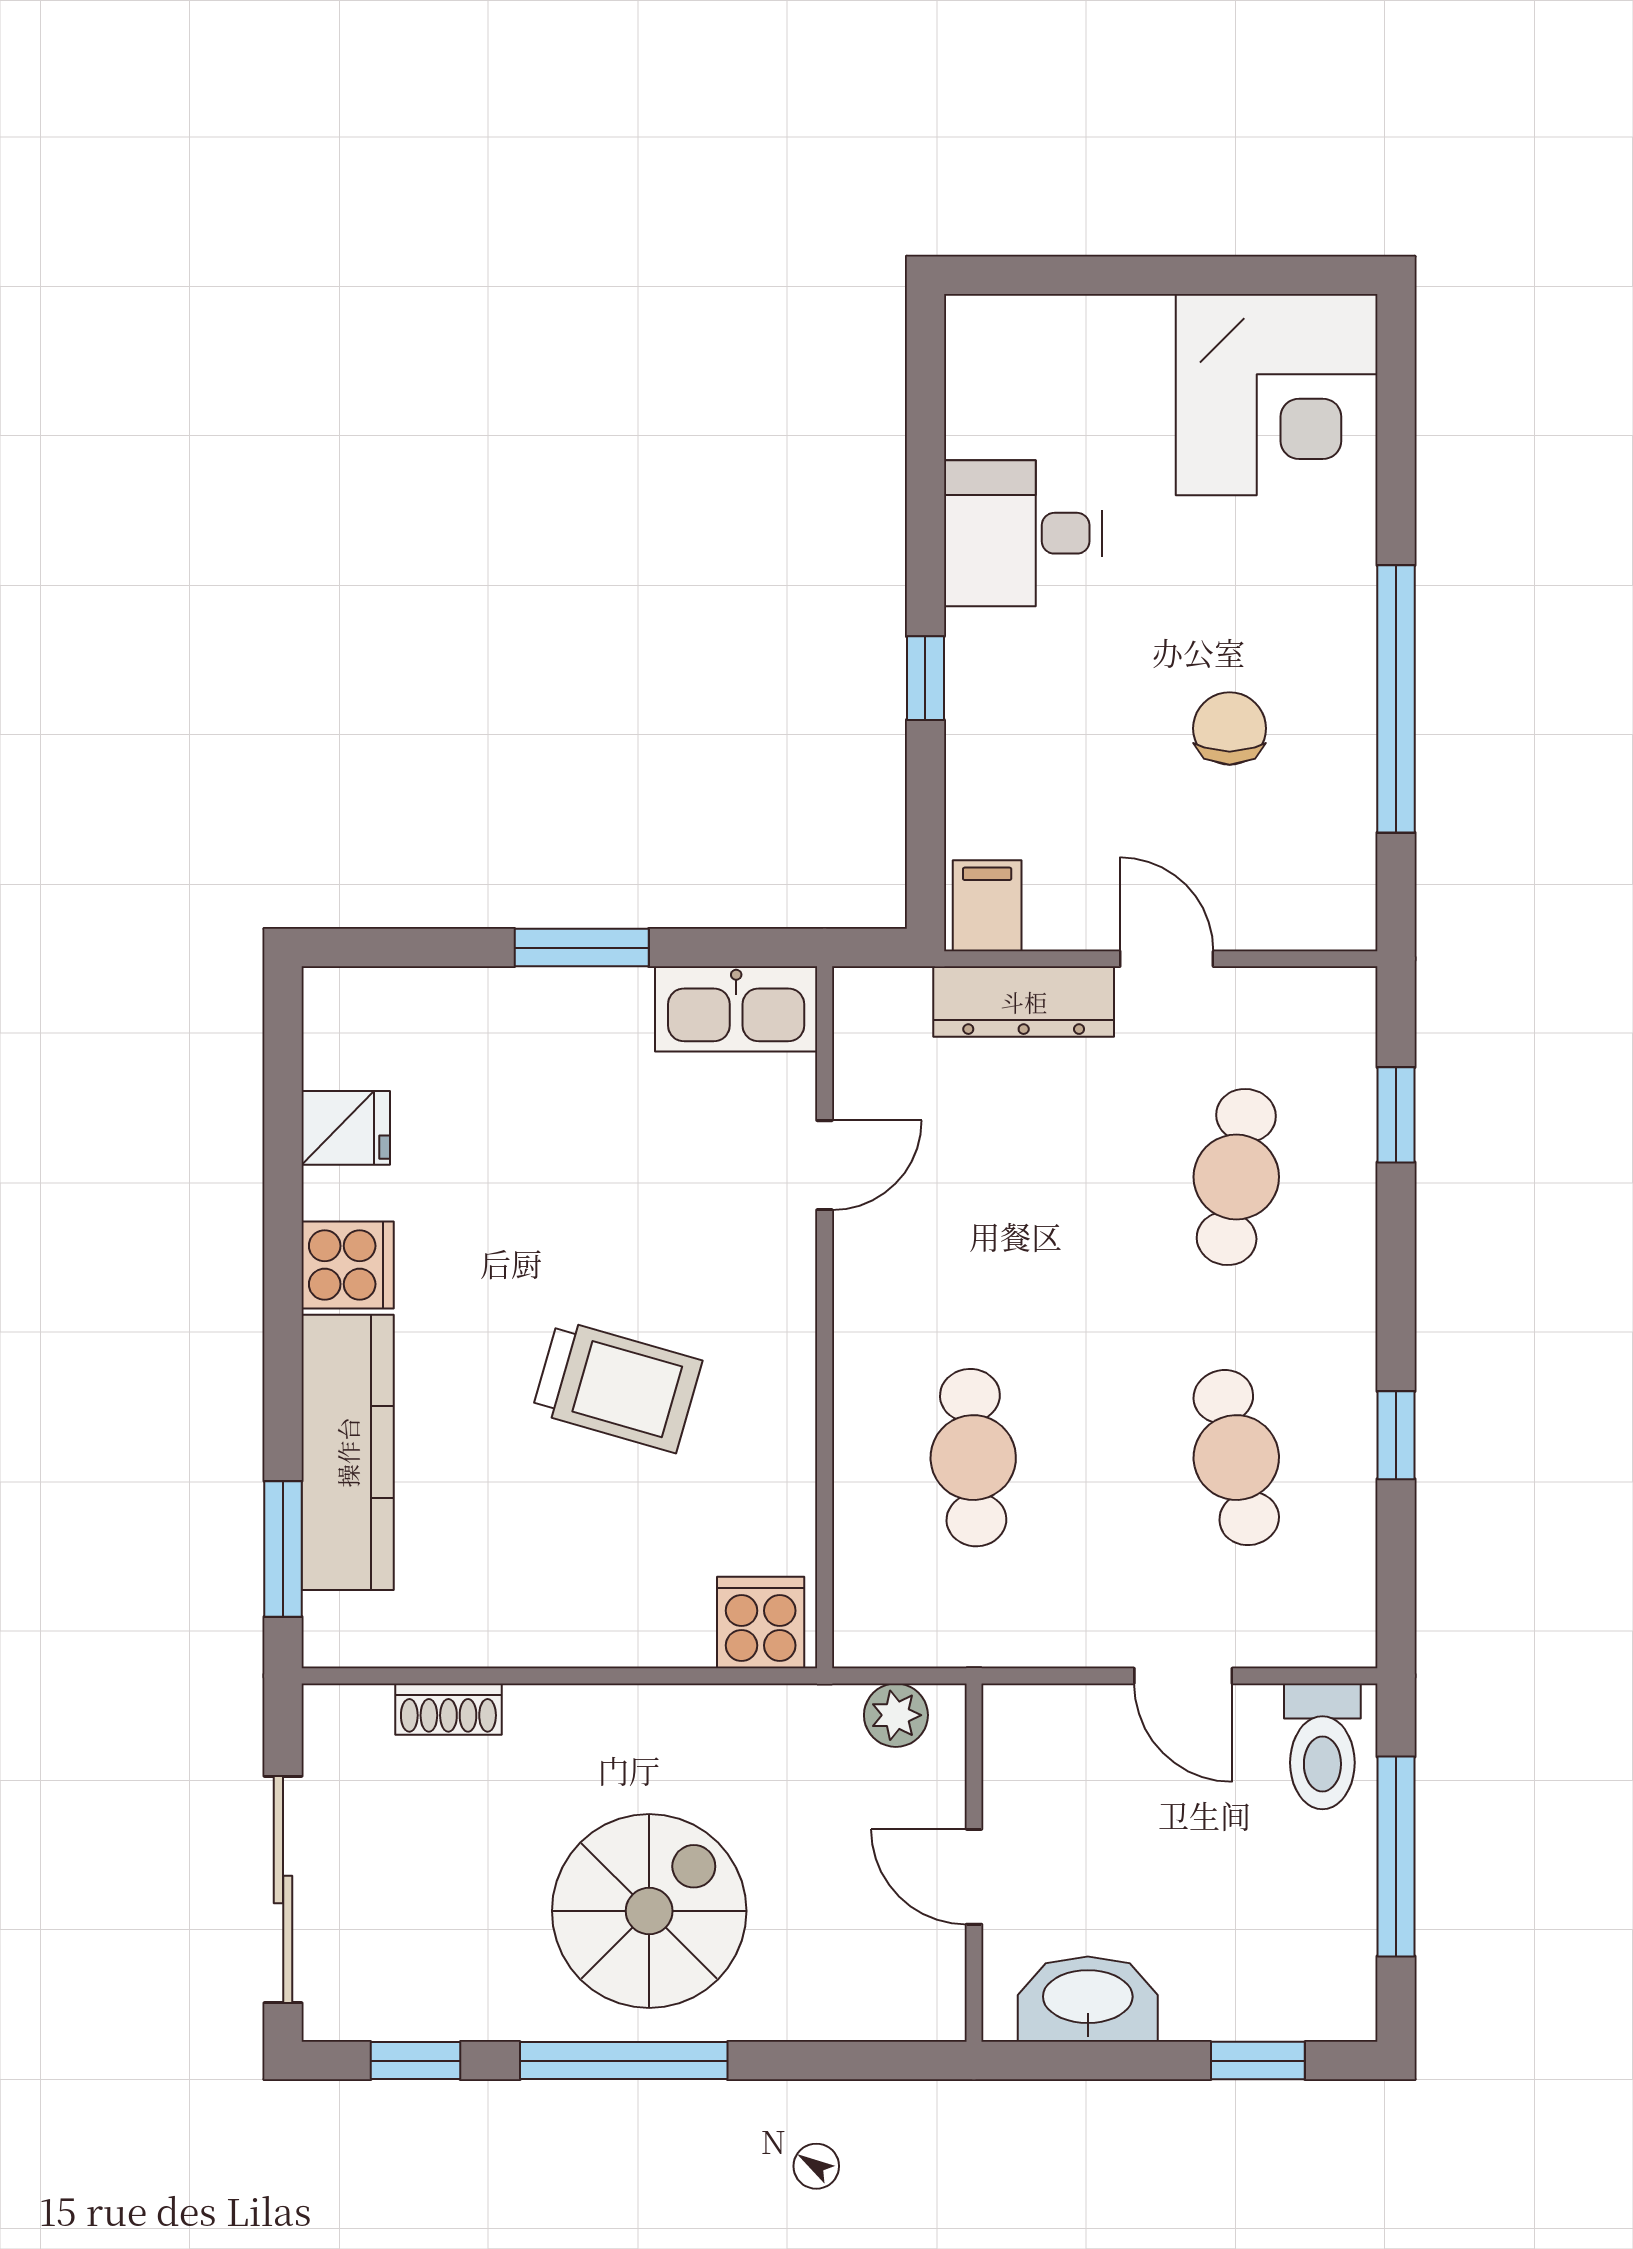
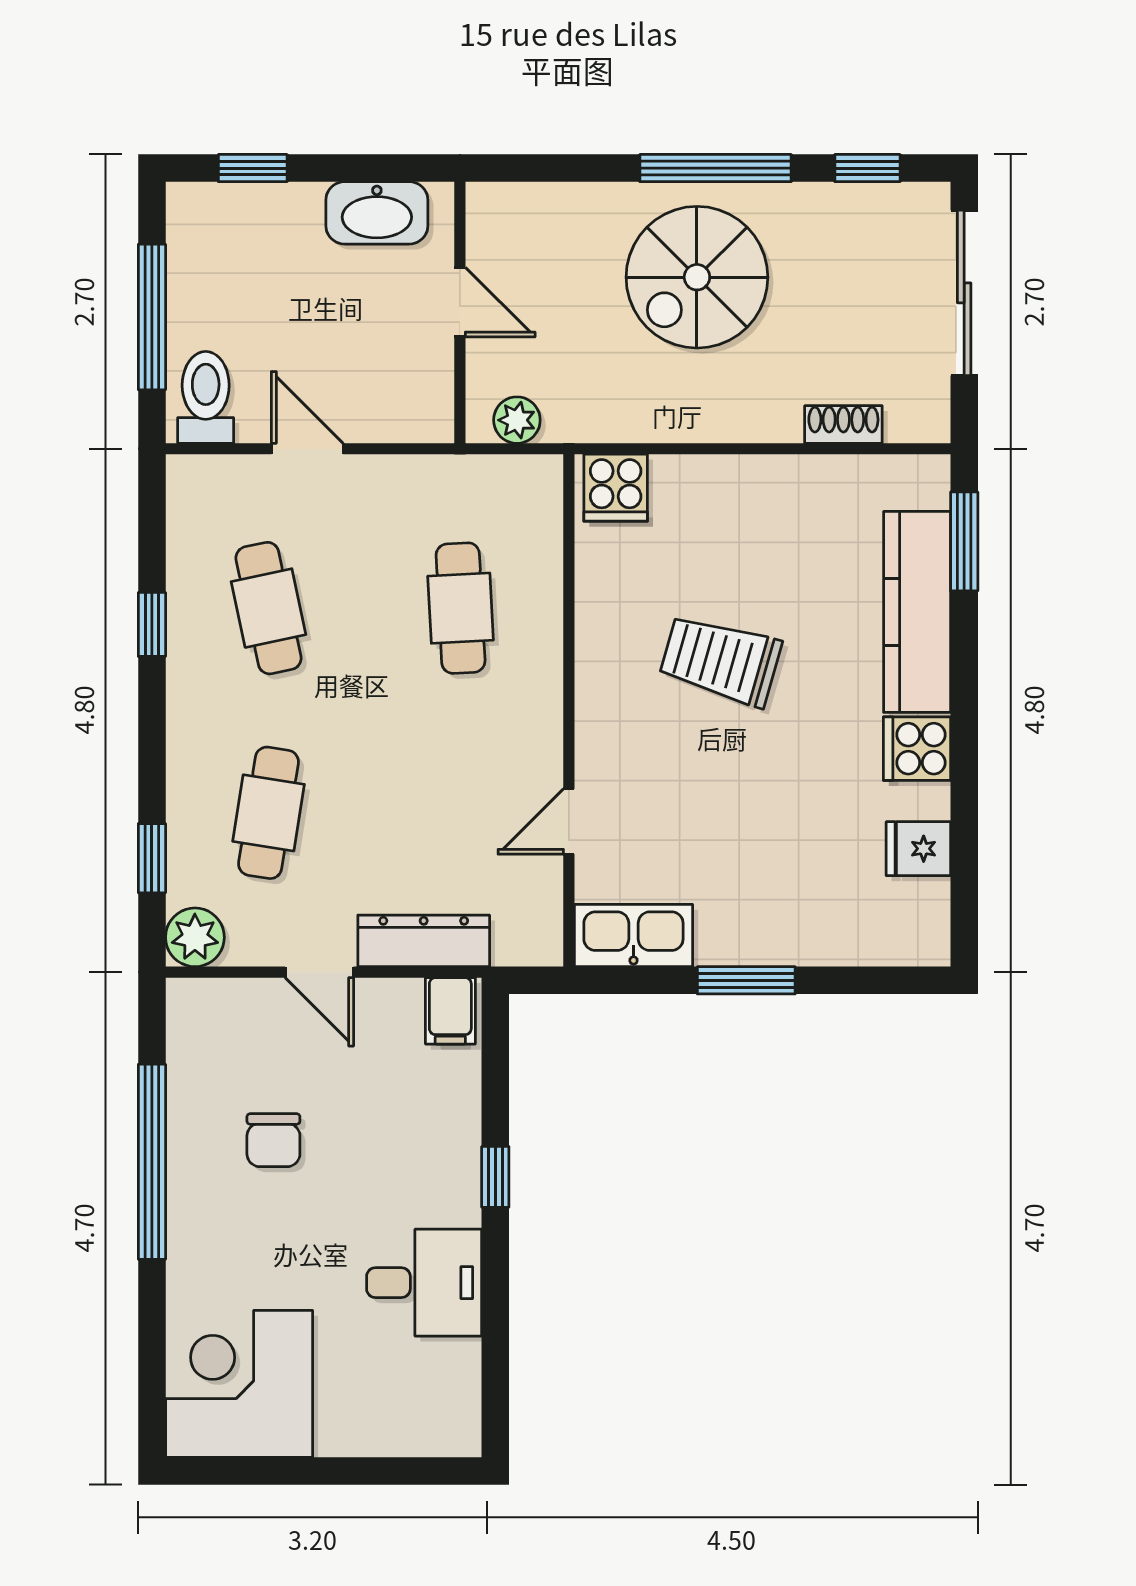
plant: (1337, 1006) -> (195, 937), added

